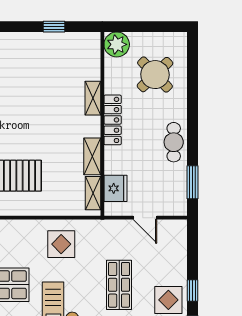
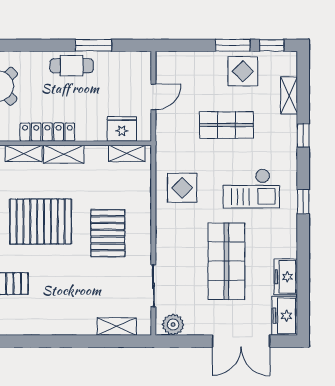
pallet: (30, 114) -> (41, 222), added
shelving: (92, 156) -> (64, 154), moved
window: (192, 182) -> (93, 45), moved
window: (192, 291) -> (233, 45), width x1.50

